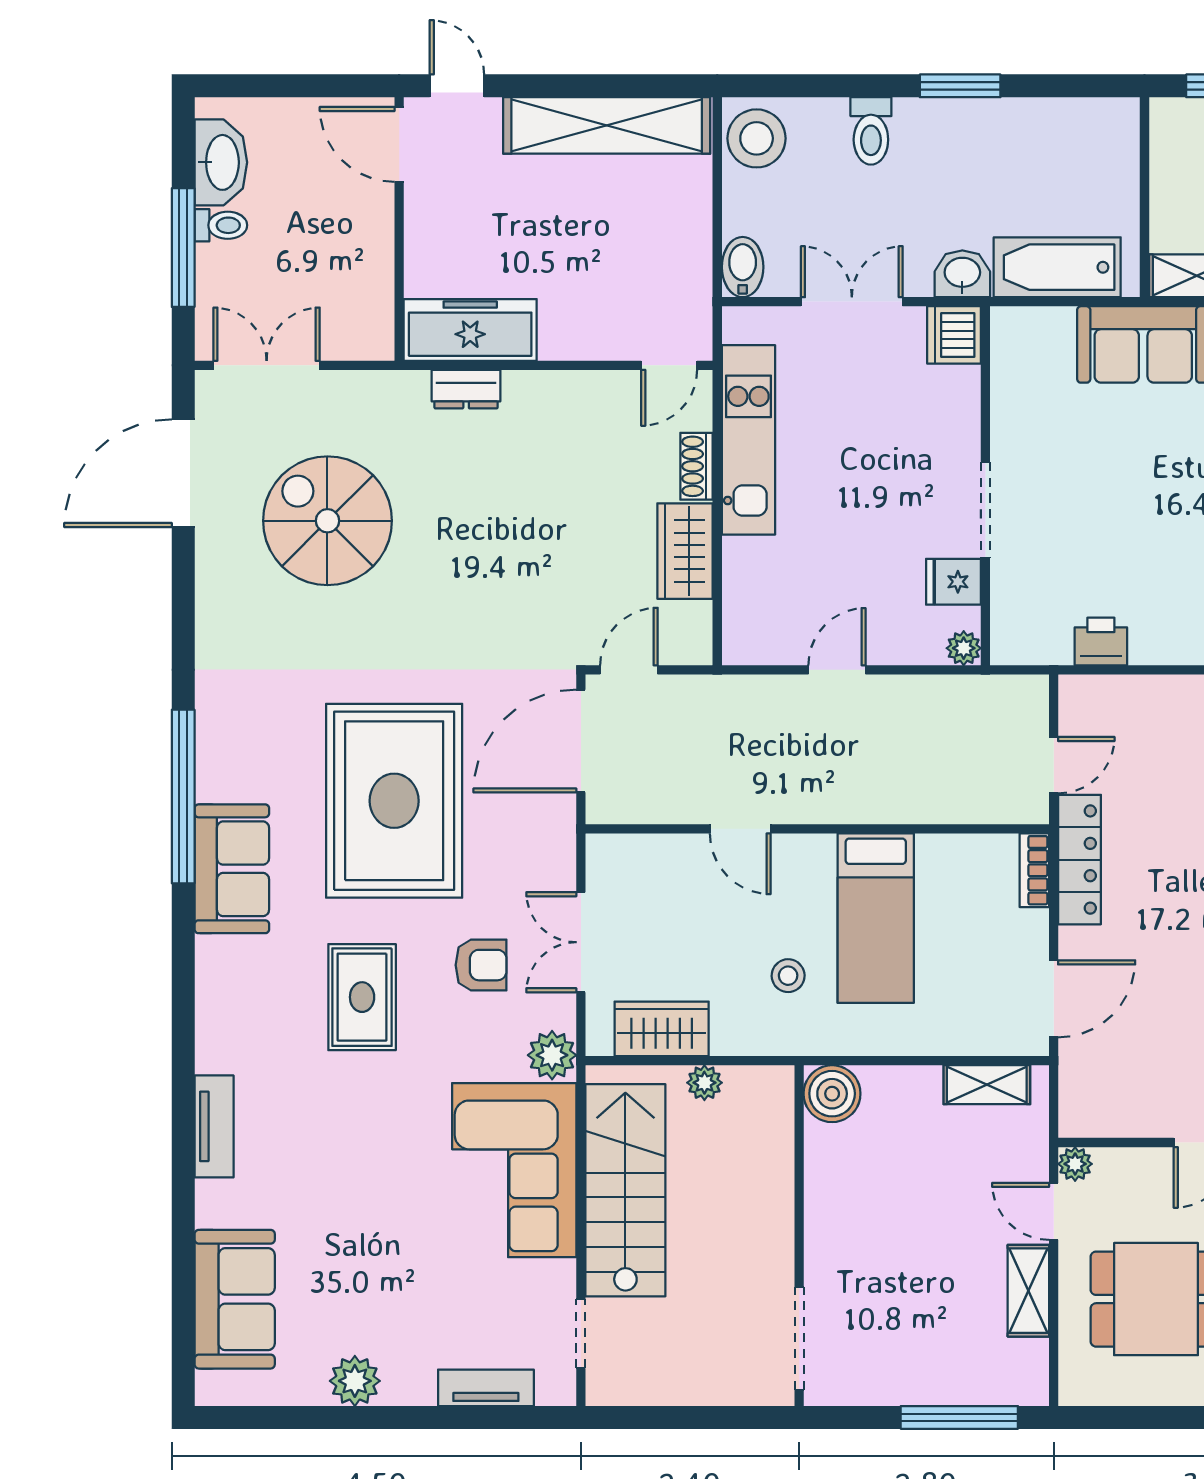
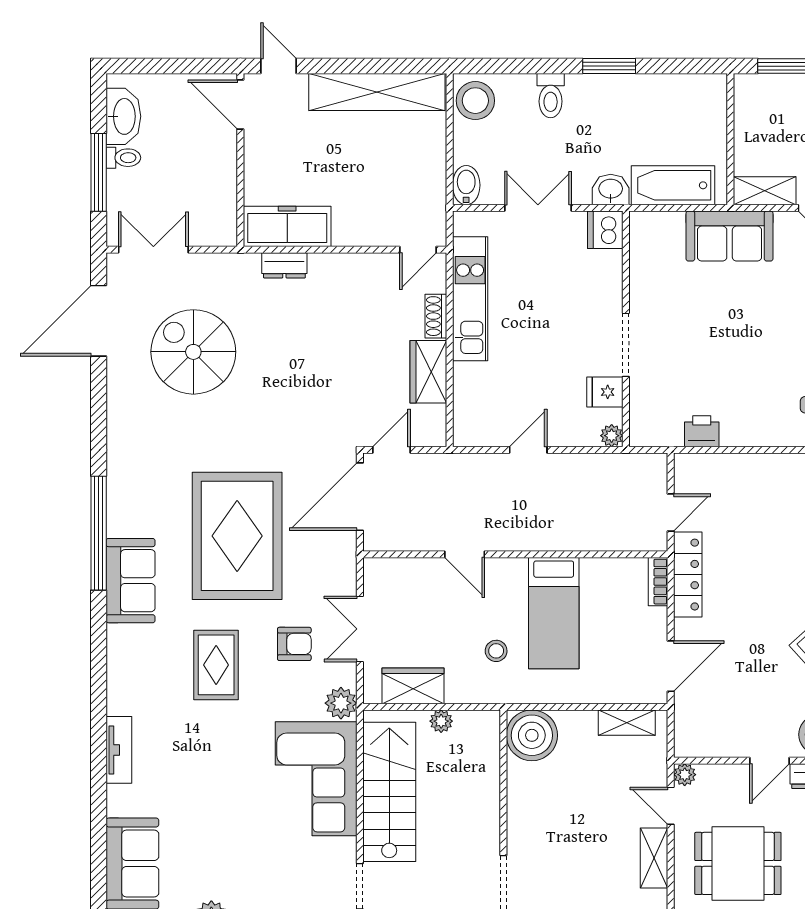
boiler: (832, 1094) -> (532, 735), width x1.37, depth x1.37

